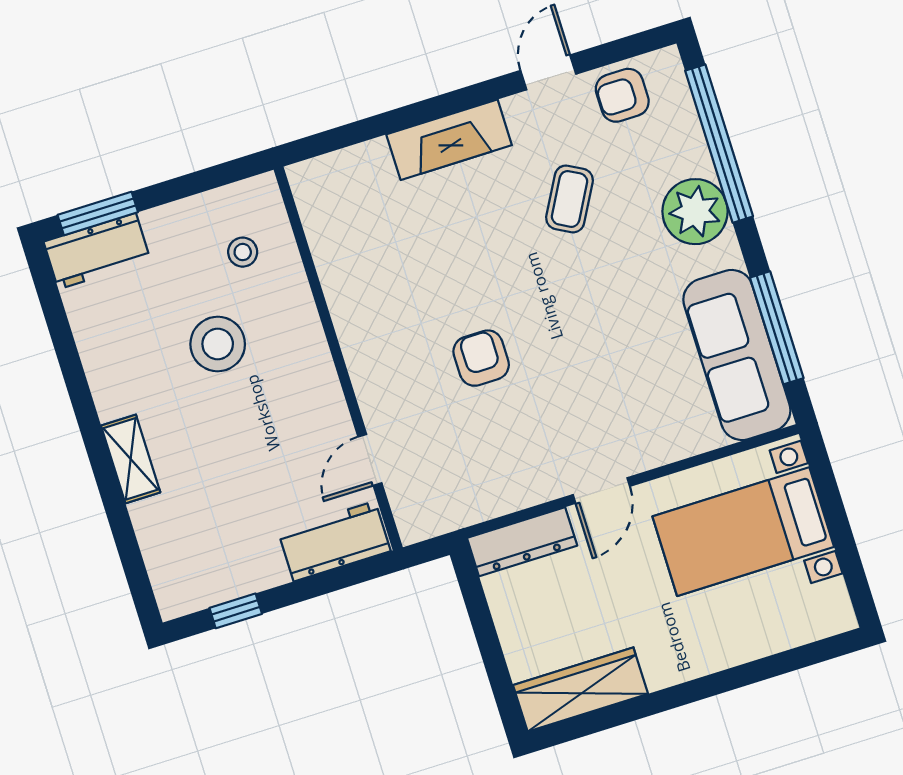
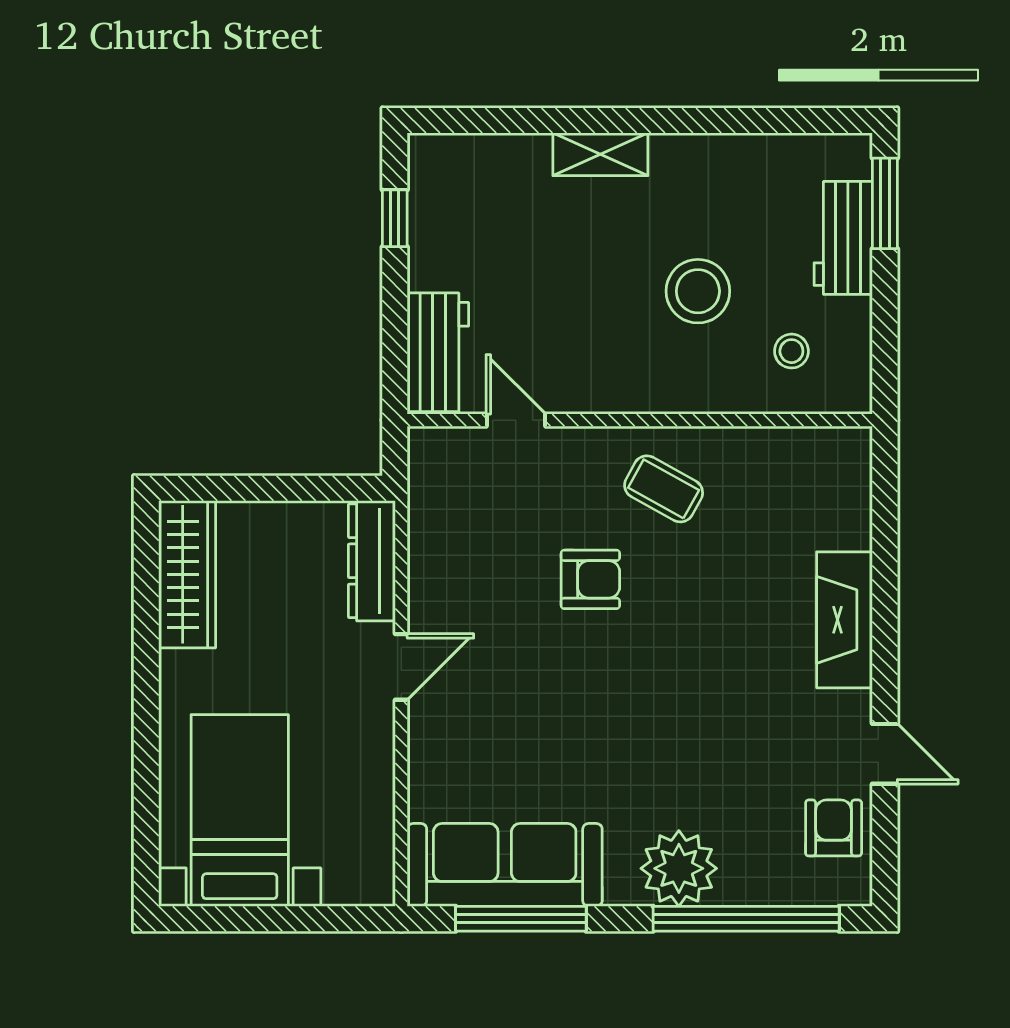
coffee table: (570, 199) -> (664, 489), moved
workbench: (97, 251) -> (843, 238), moved
door: (601, 490) -> (401, 667), swing flipped
bed with nightstands: (743, 532) -> (240, 810), moved

